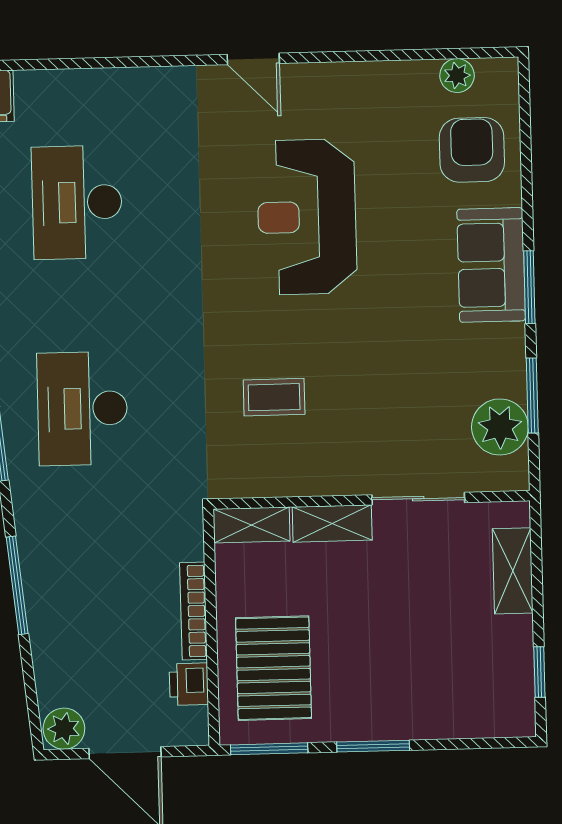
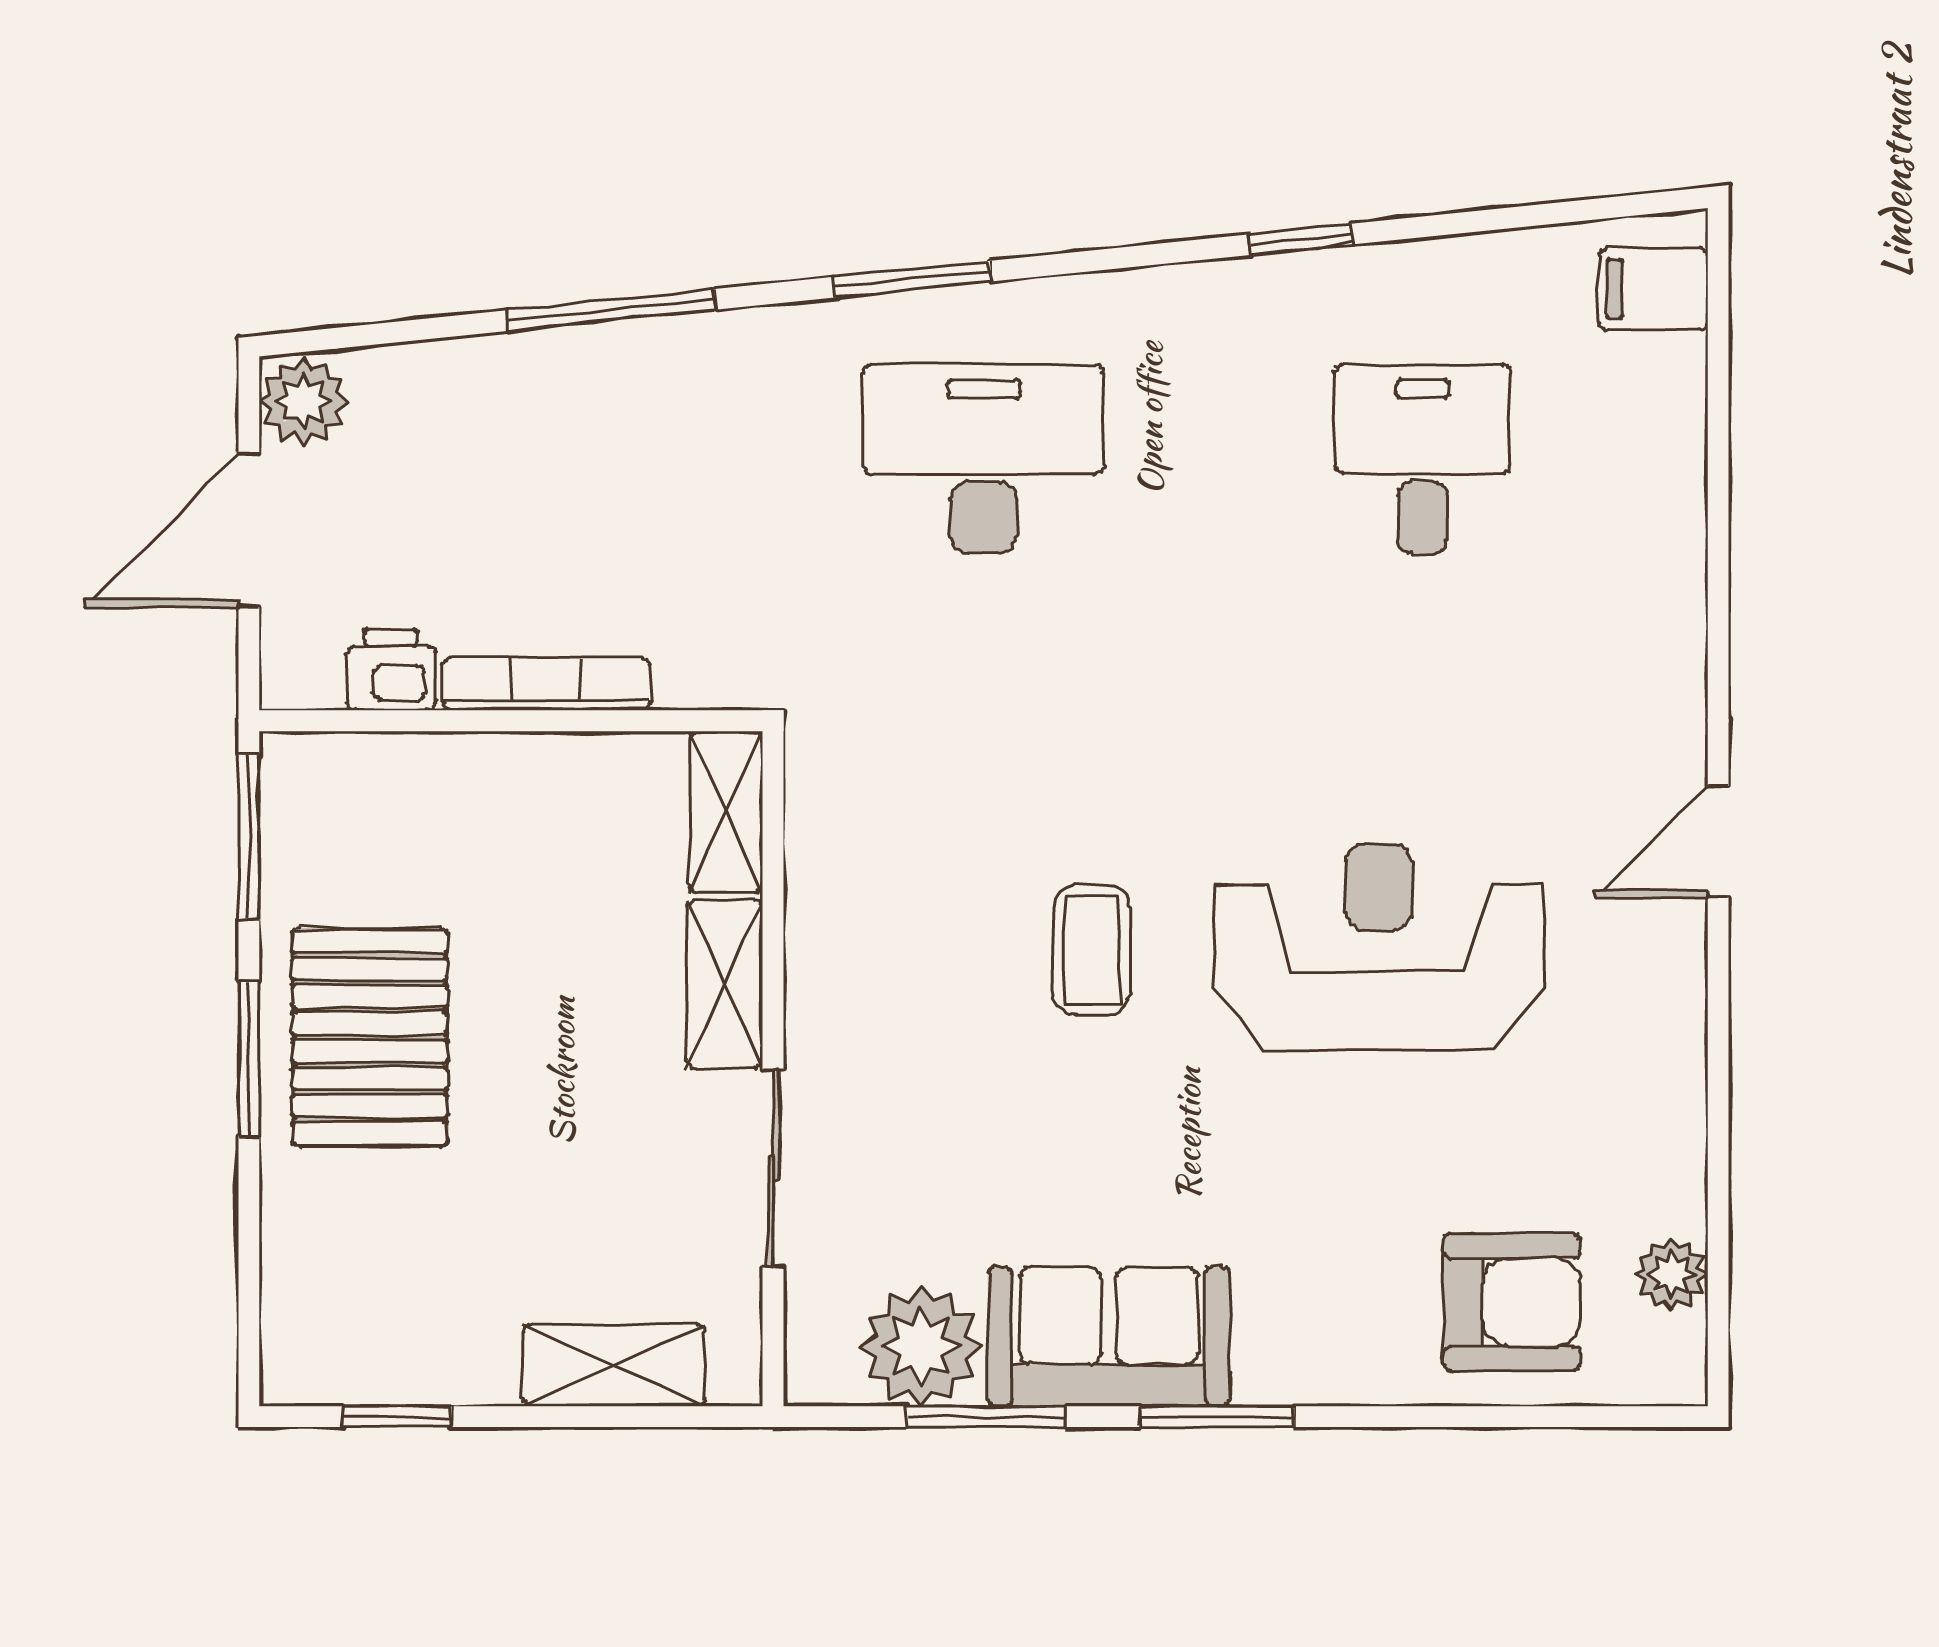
desk: (77, 202) -> (1423, 459), width x0.73
sofa: (491, 265) -> (1109, 1336), moved
coffee table: (274, 397) -> (1092, 950), moved
pallet: (274, 668) -> (370, 1037), moved, turned 90

